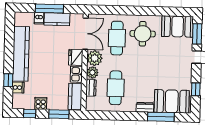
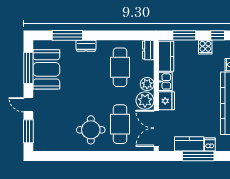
booth: (178, 26) -> (51, 139), removed
dresser: (91, 88) -> (148, 50), moved
window: (196, 89) -> (28, 68), width x2.17
booth: (172, 101) -> (46, 69), moved, turned 90

